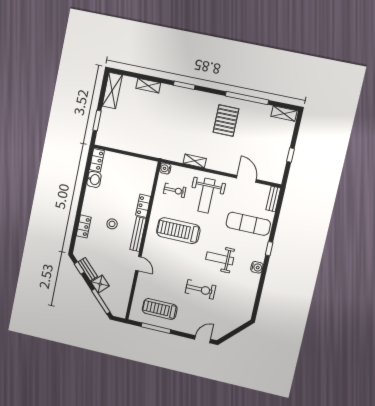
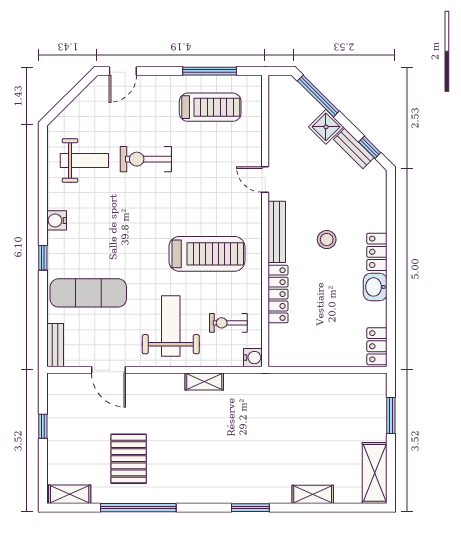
pallet: (226, 121) -> (129, 459), moved
washbasin: (94, 179) -> (375, 287), moved
locker: (143, 206) -> (278, 294), width x1.53
locker: (84, 226) -> (377, 252), moved
weight bench: (220, 258) -> (84, 161), moved

